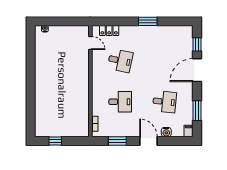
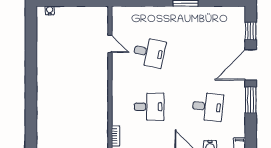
locker: (109, 30) -> (135, 13), removed
door: (90, 43) -> (110, 44), moved
window: (197, 111) -> (251, 100), moved

